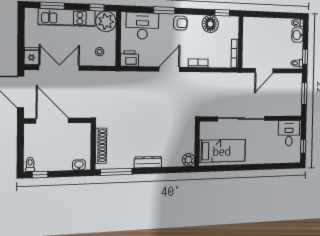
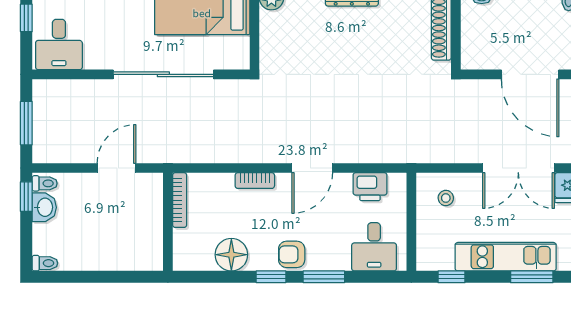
window: (222, 13) -> (271, 277), moved
plant: (106, 21) -> (435, 252), removed
desk: (142, 26) -> (374, 247), width x0.73
washbasin: (297, 35) -> (44, 207), moved
printer: (129, 58) -> (370, 187), moved

